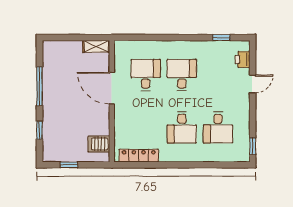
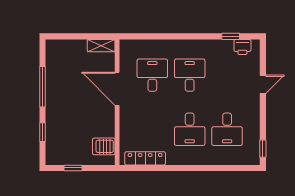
printer: (242, 60) -> (242, 47), moved, turned -90

